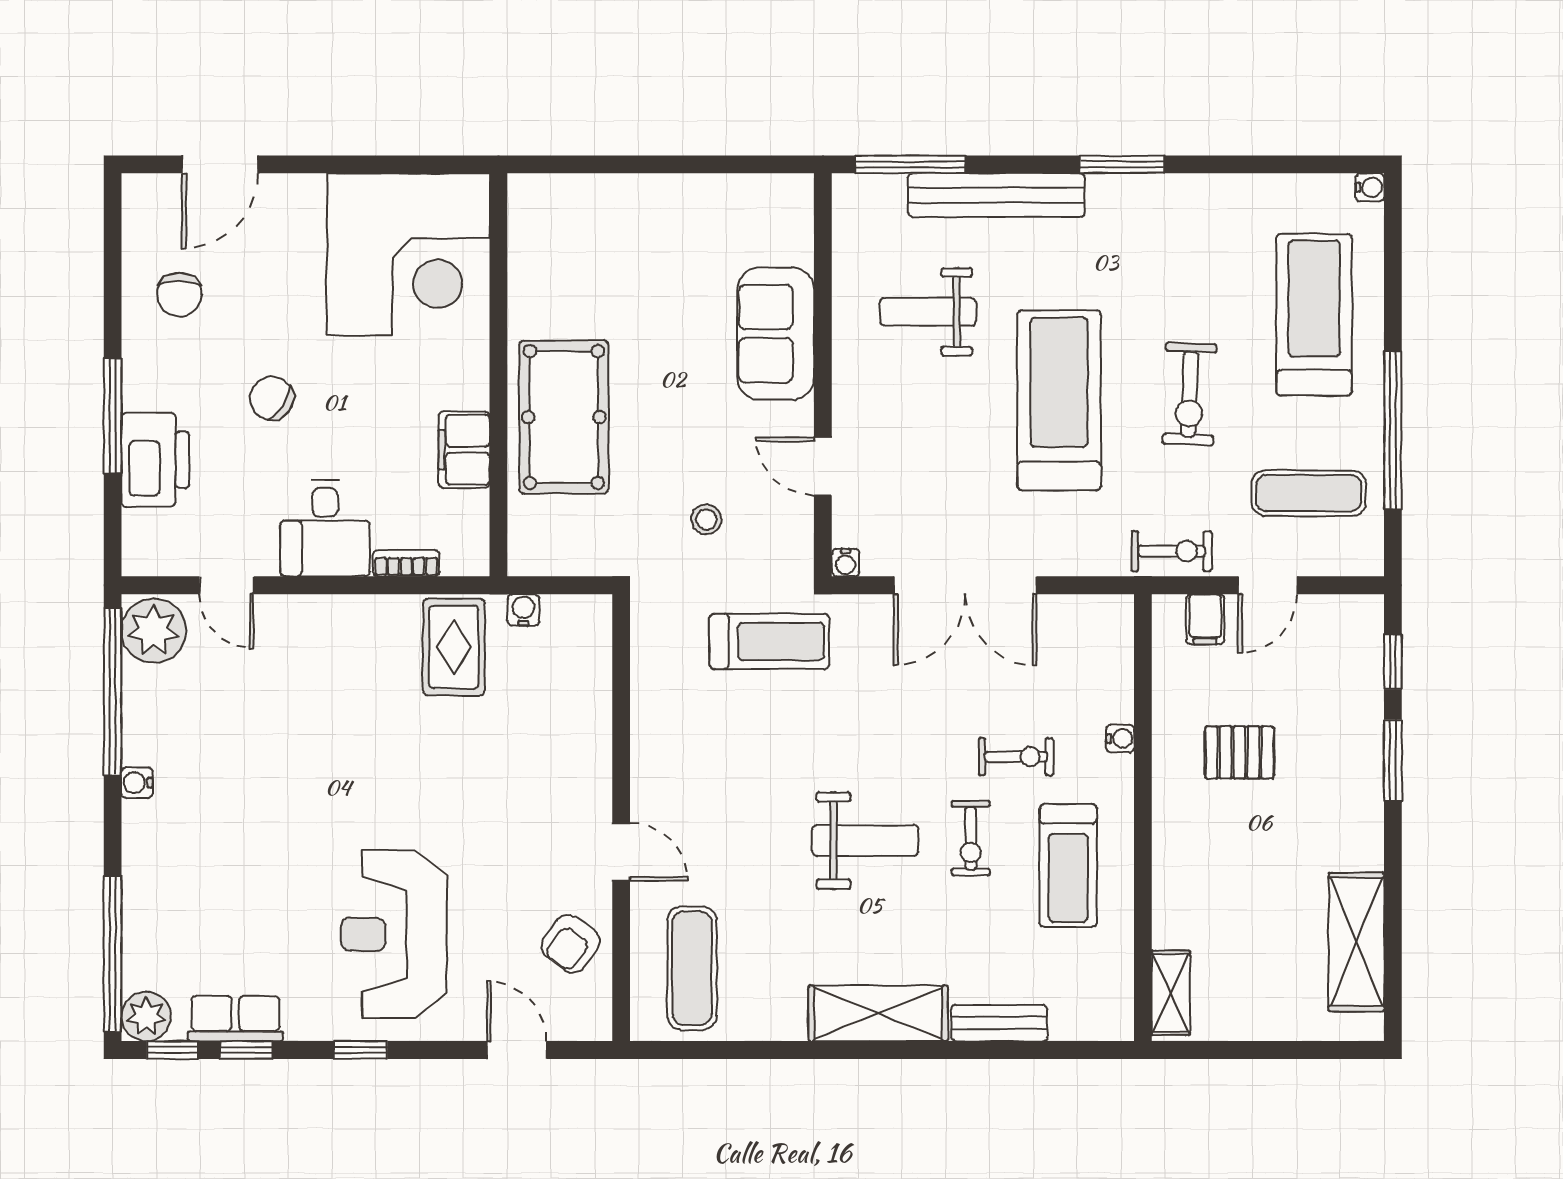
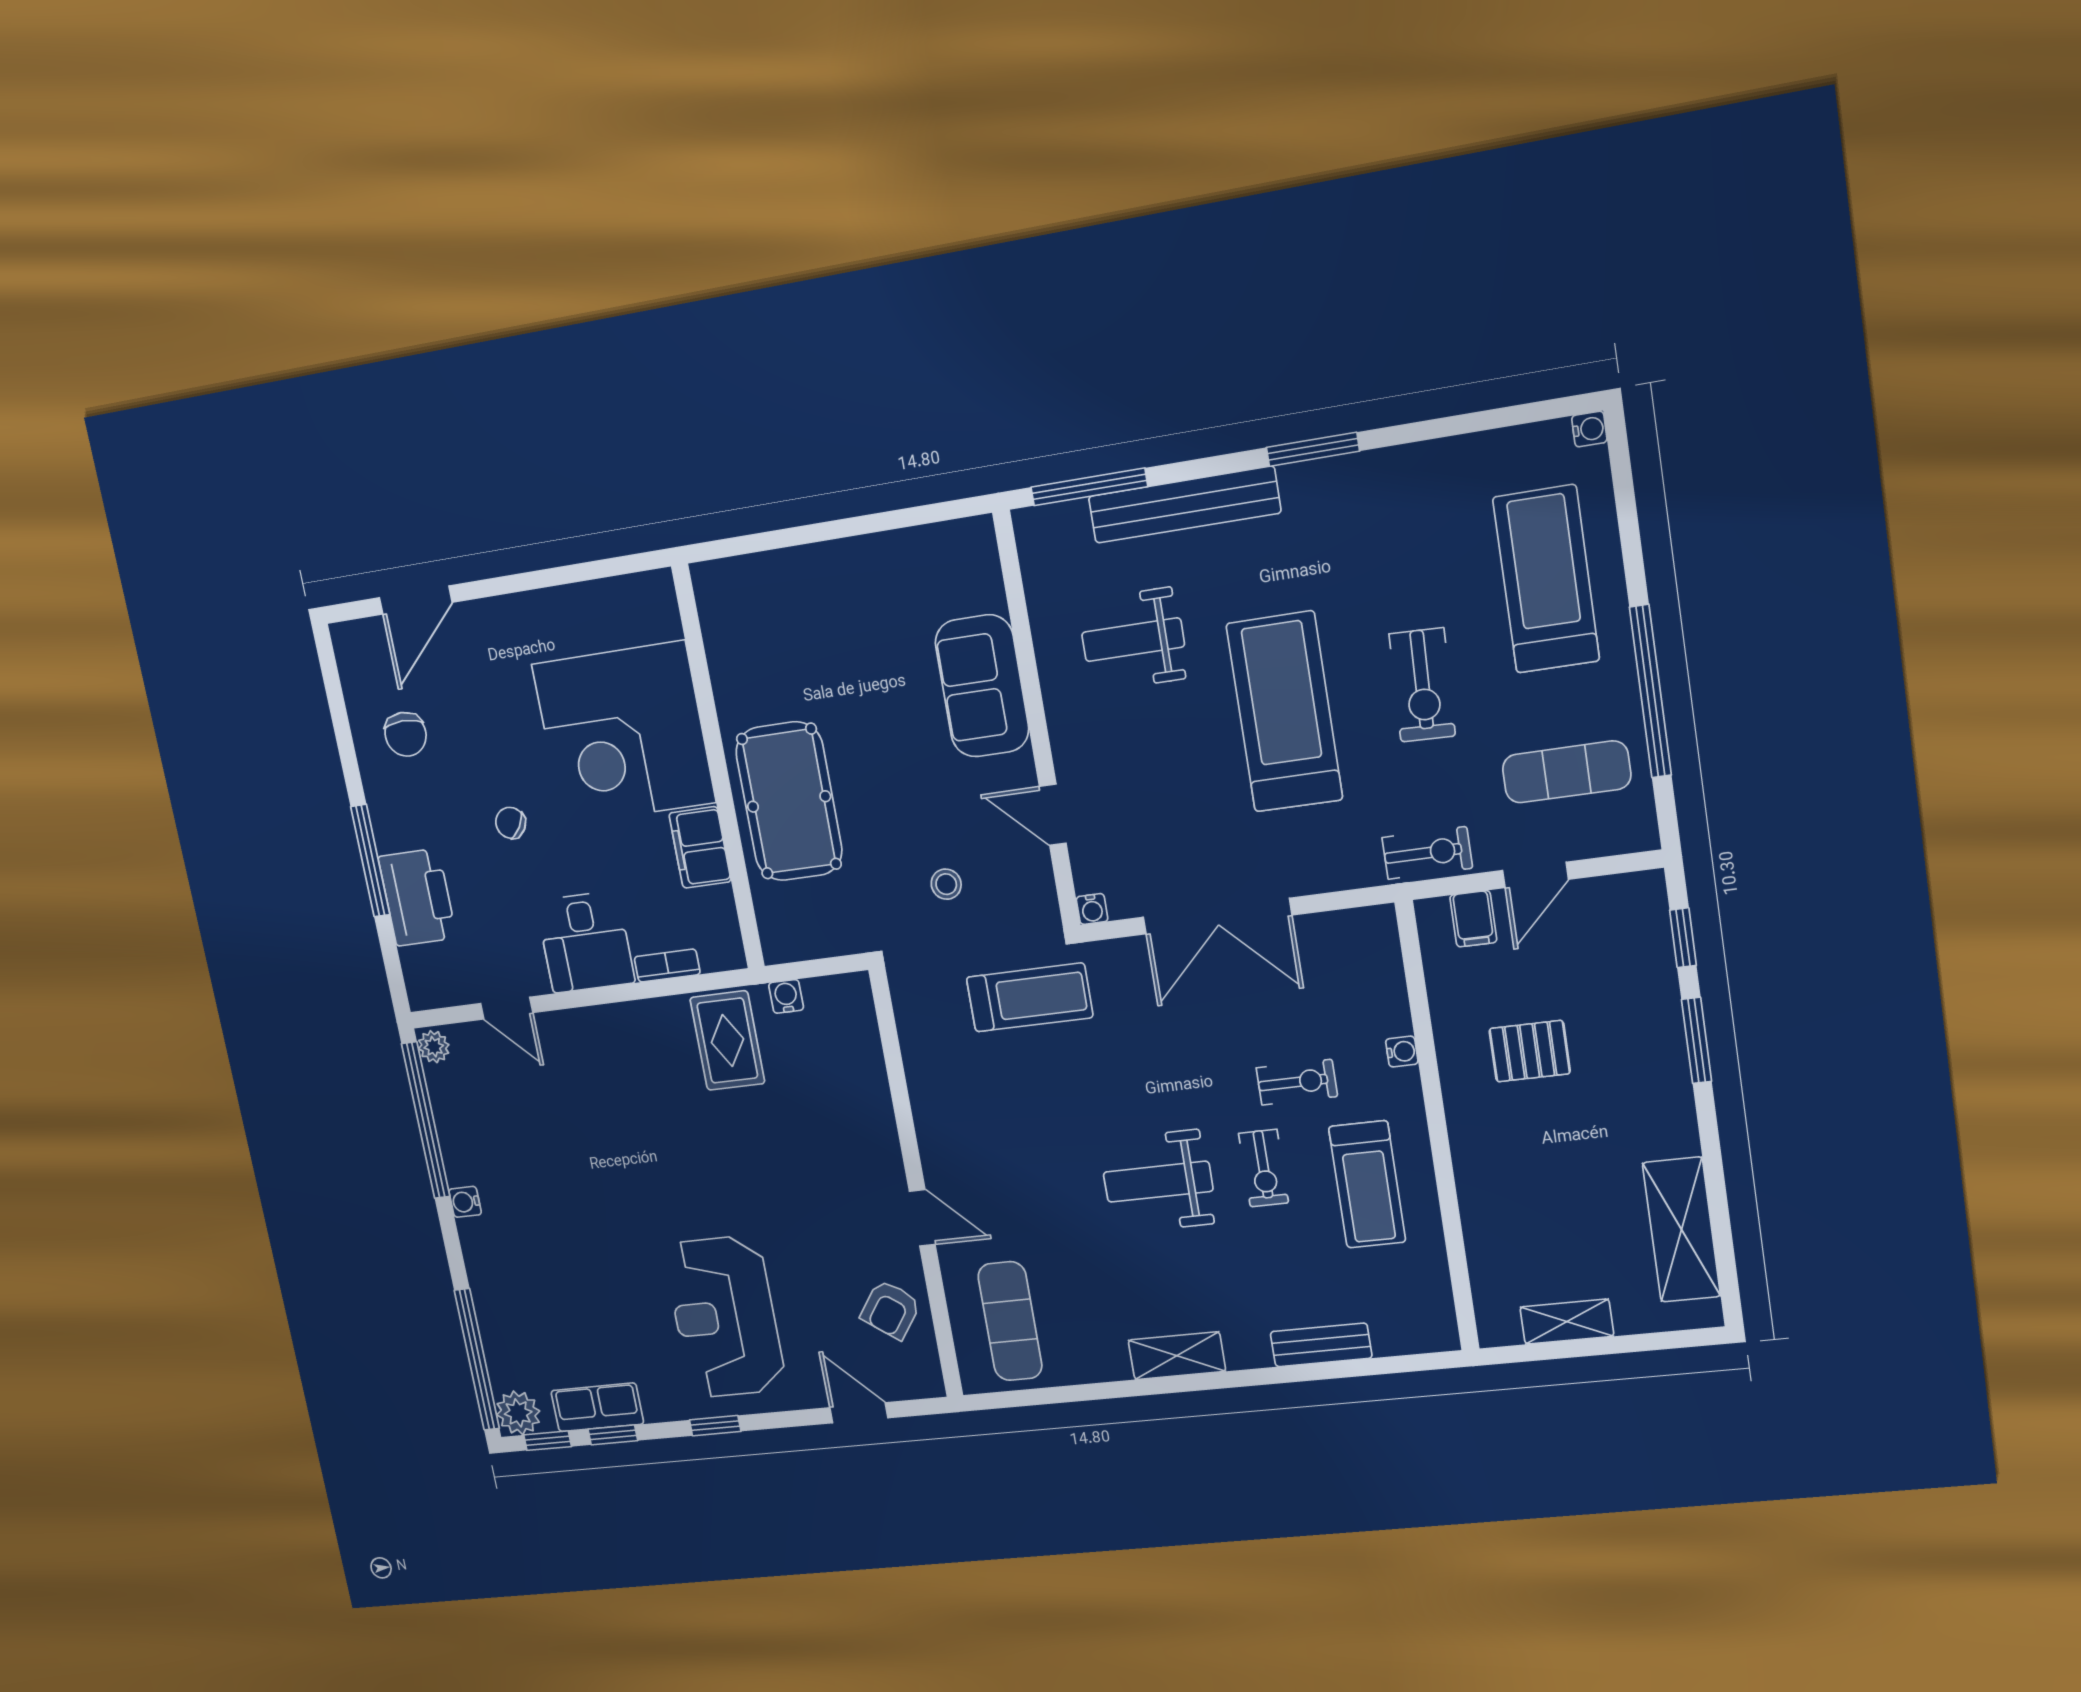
corner desk: (408, 254) -> (624, 733), moved, turned 90
chair: (272, 398) -> (511, 823), width x0.73, depth x0.73
plant: (154, 631) -> (434, 1047), width x0.53, depth x0.53
weight bench: (865, 841) -> (1158, 1182), turned 180
shelving: (1171, 993) -> (1567, 1322), moved, turned 90
shelving: (878, 1013) -> (1177, 1356), width x0.67, depth x0.75

